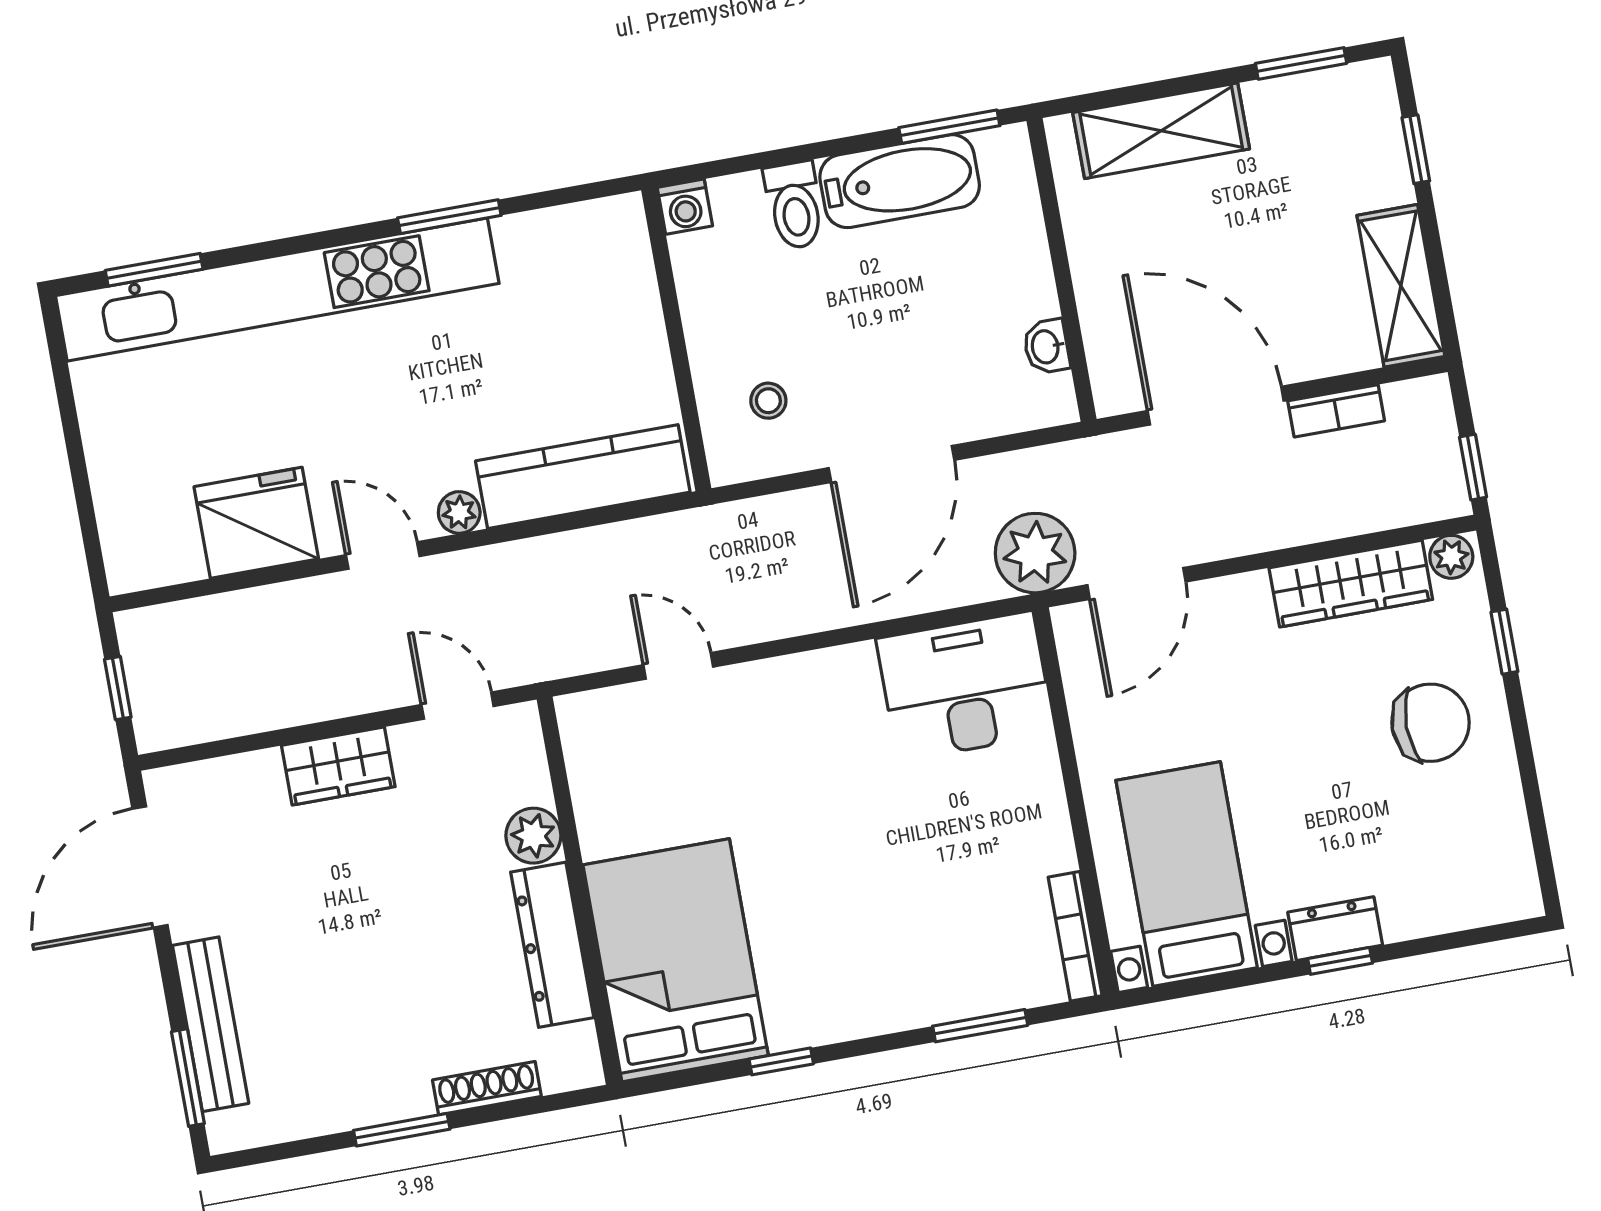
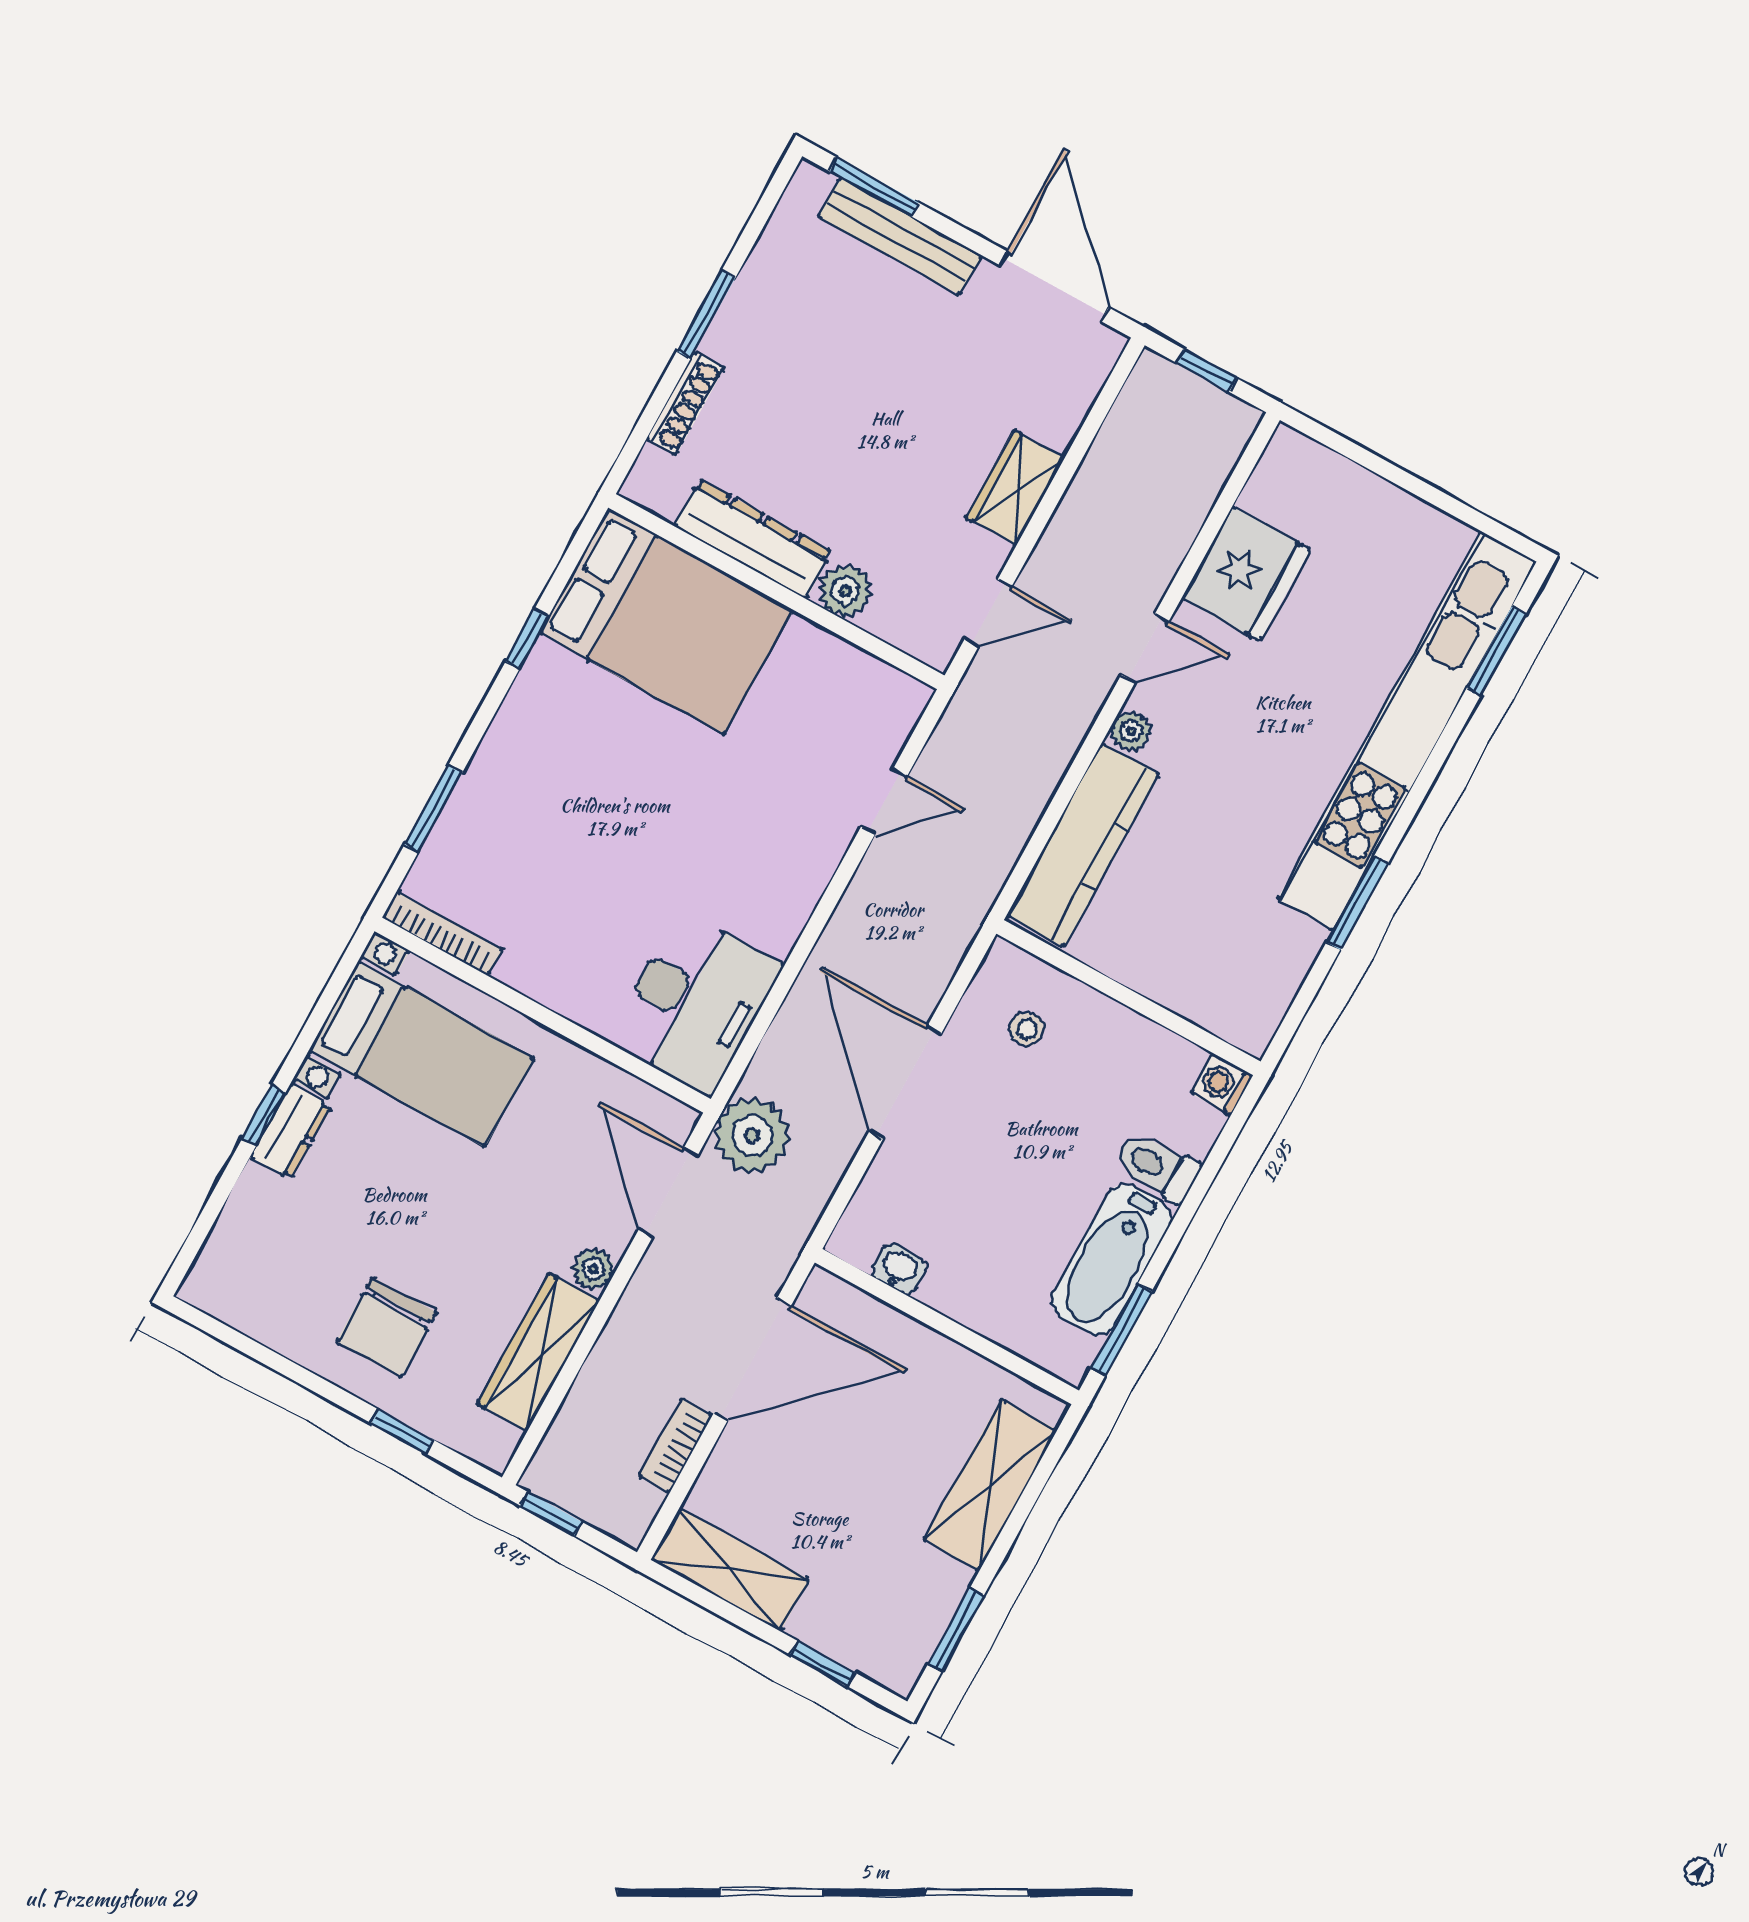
plant: (1451, 557) -> (594, 1269), moved

